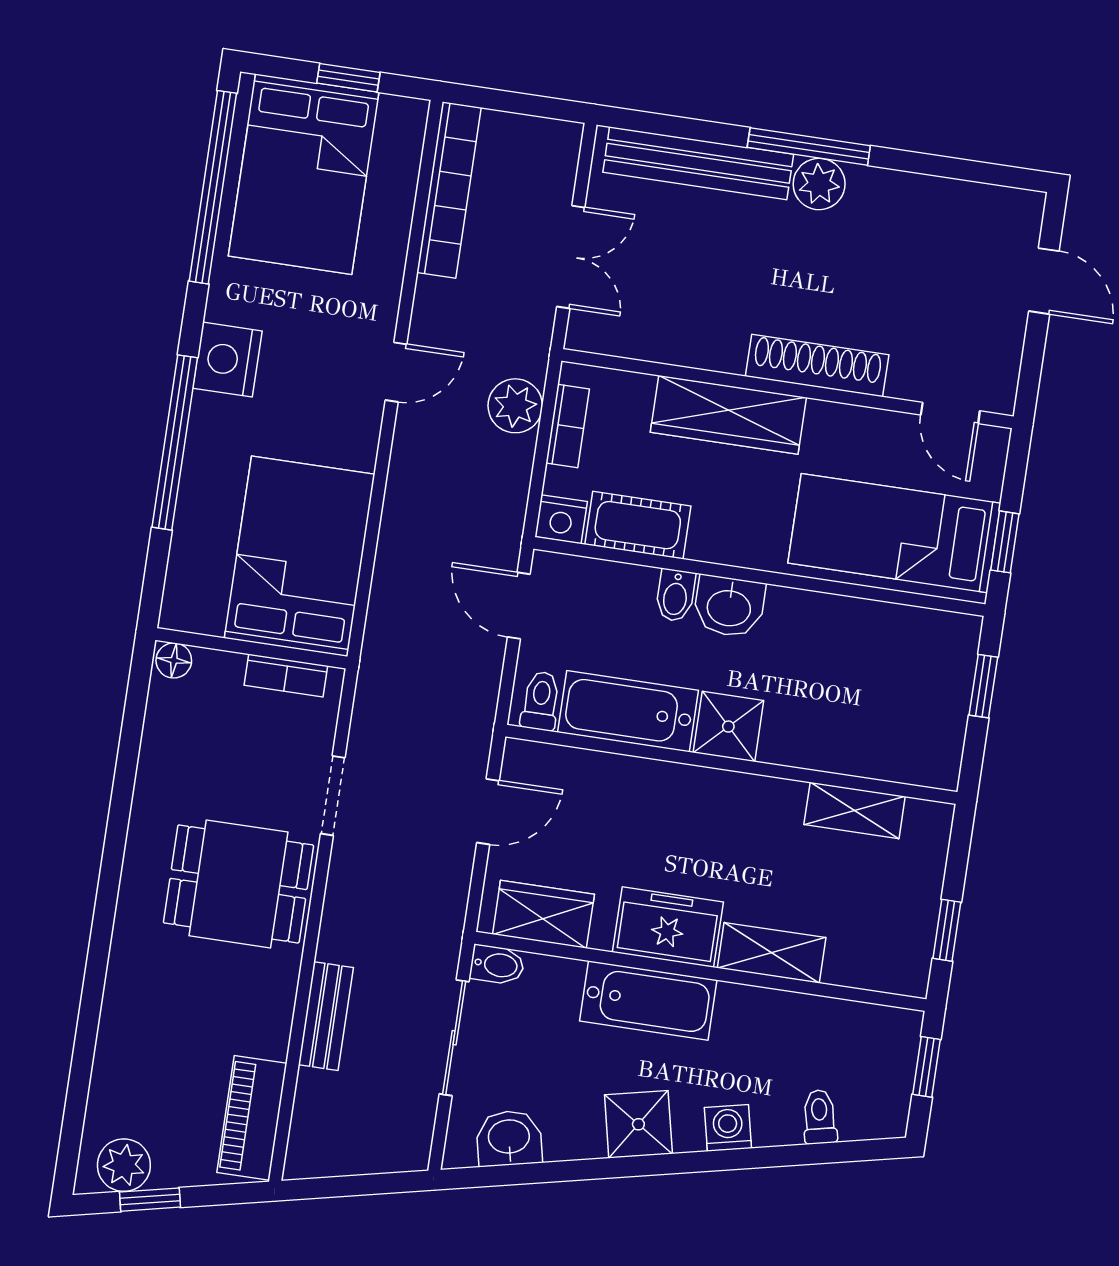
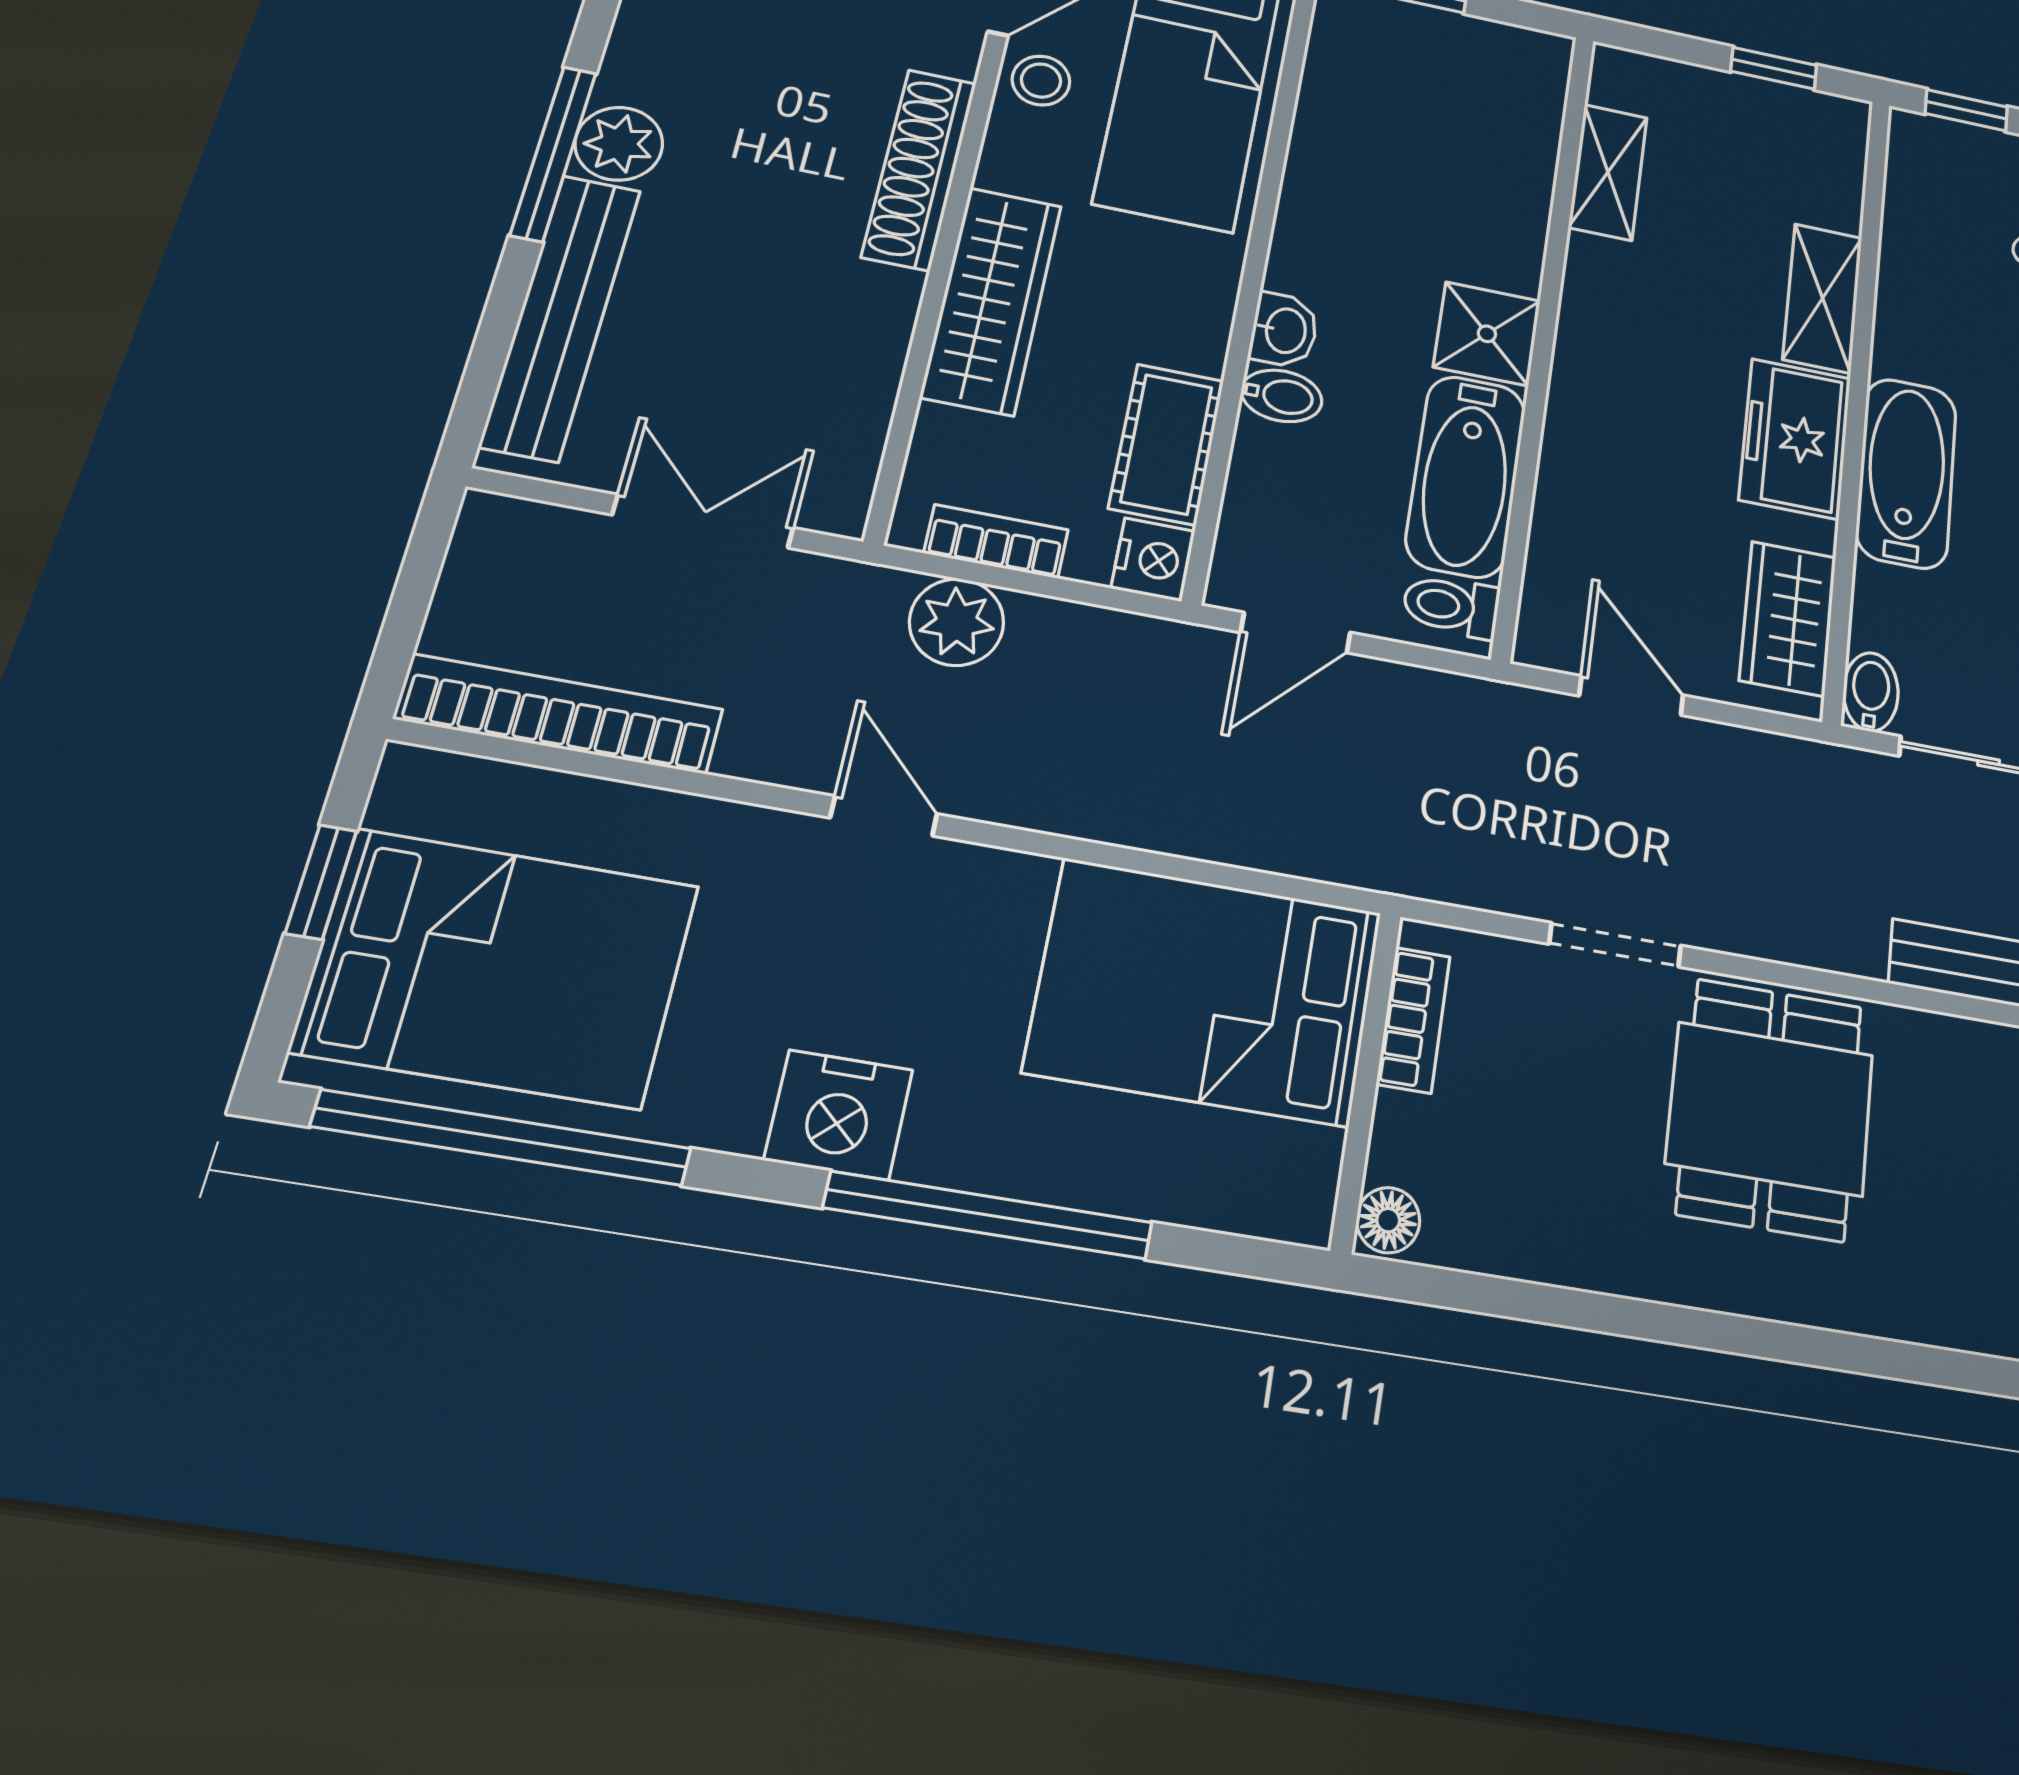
stool: (889, 438) -> (1041, 81), added
washbasin: (729, 607) -> (1284, 330), width x0.72, depth x0.69

